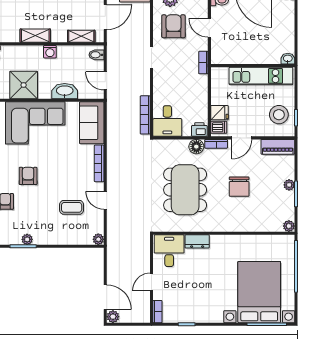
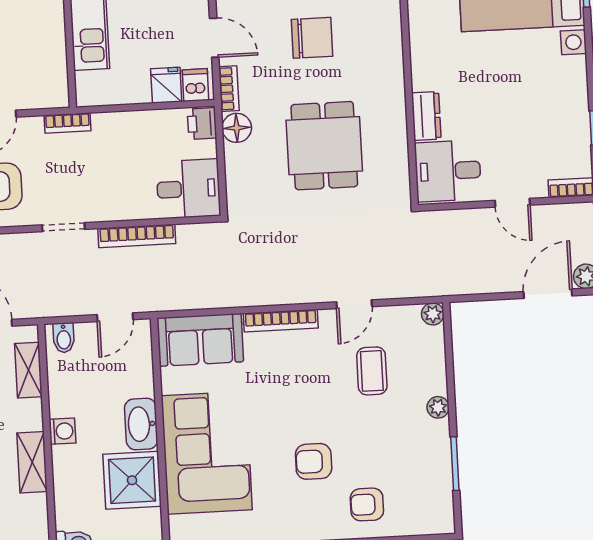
washbasin: (65, 91) -> (141, 424), moved
bookcase: (145, 115) -> (137, 236), moved
dining table: (185, 190) -> (324, 146), width x0.73
plant: (27, 239) -> (438, 407), moved

